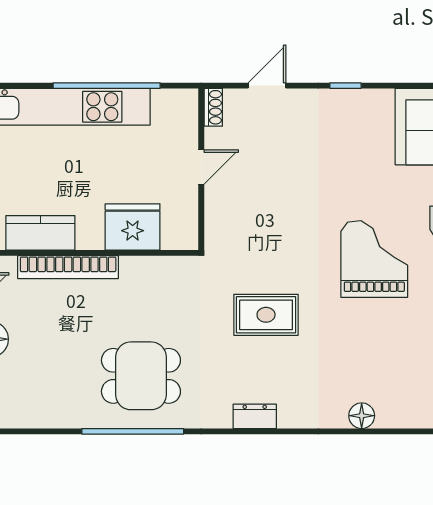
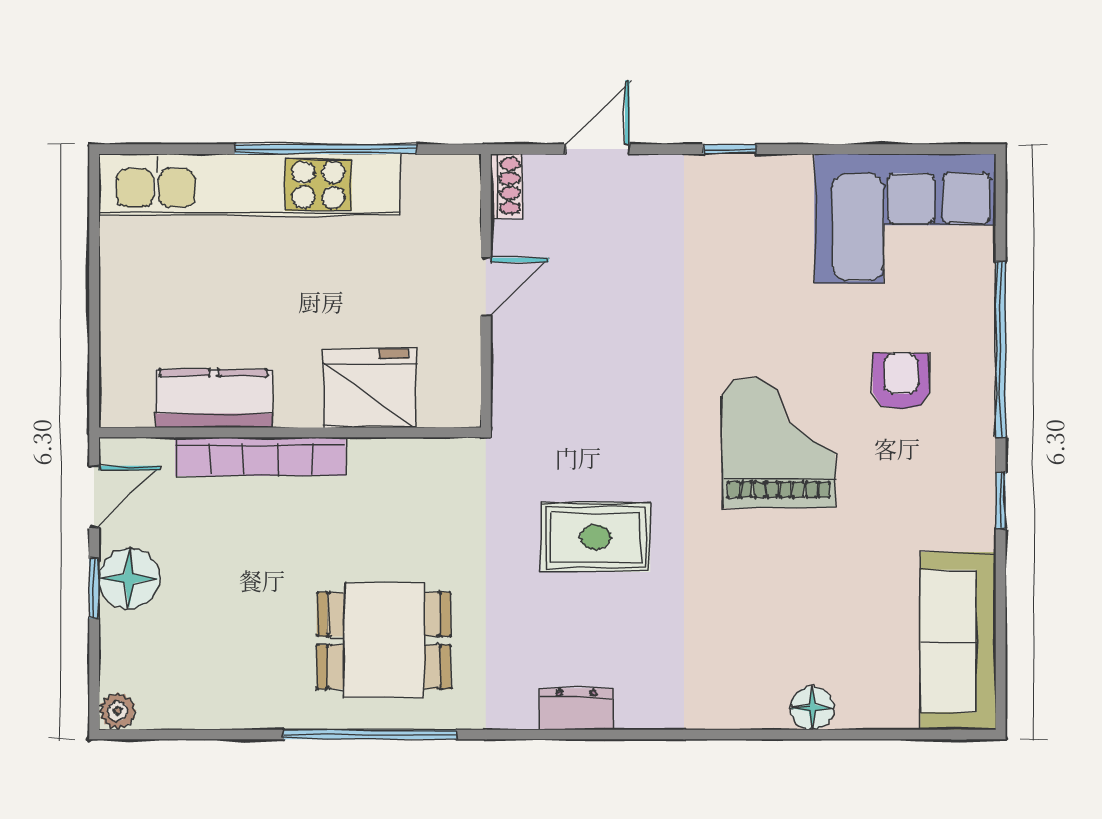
floor lamp: (362, 416) -> (812, 708), moved

